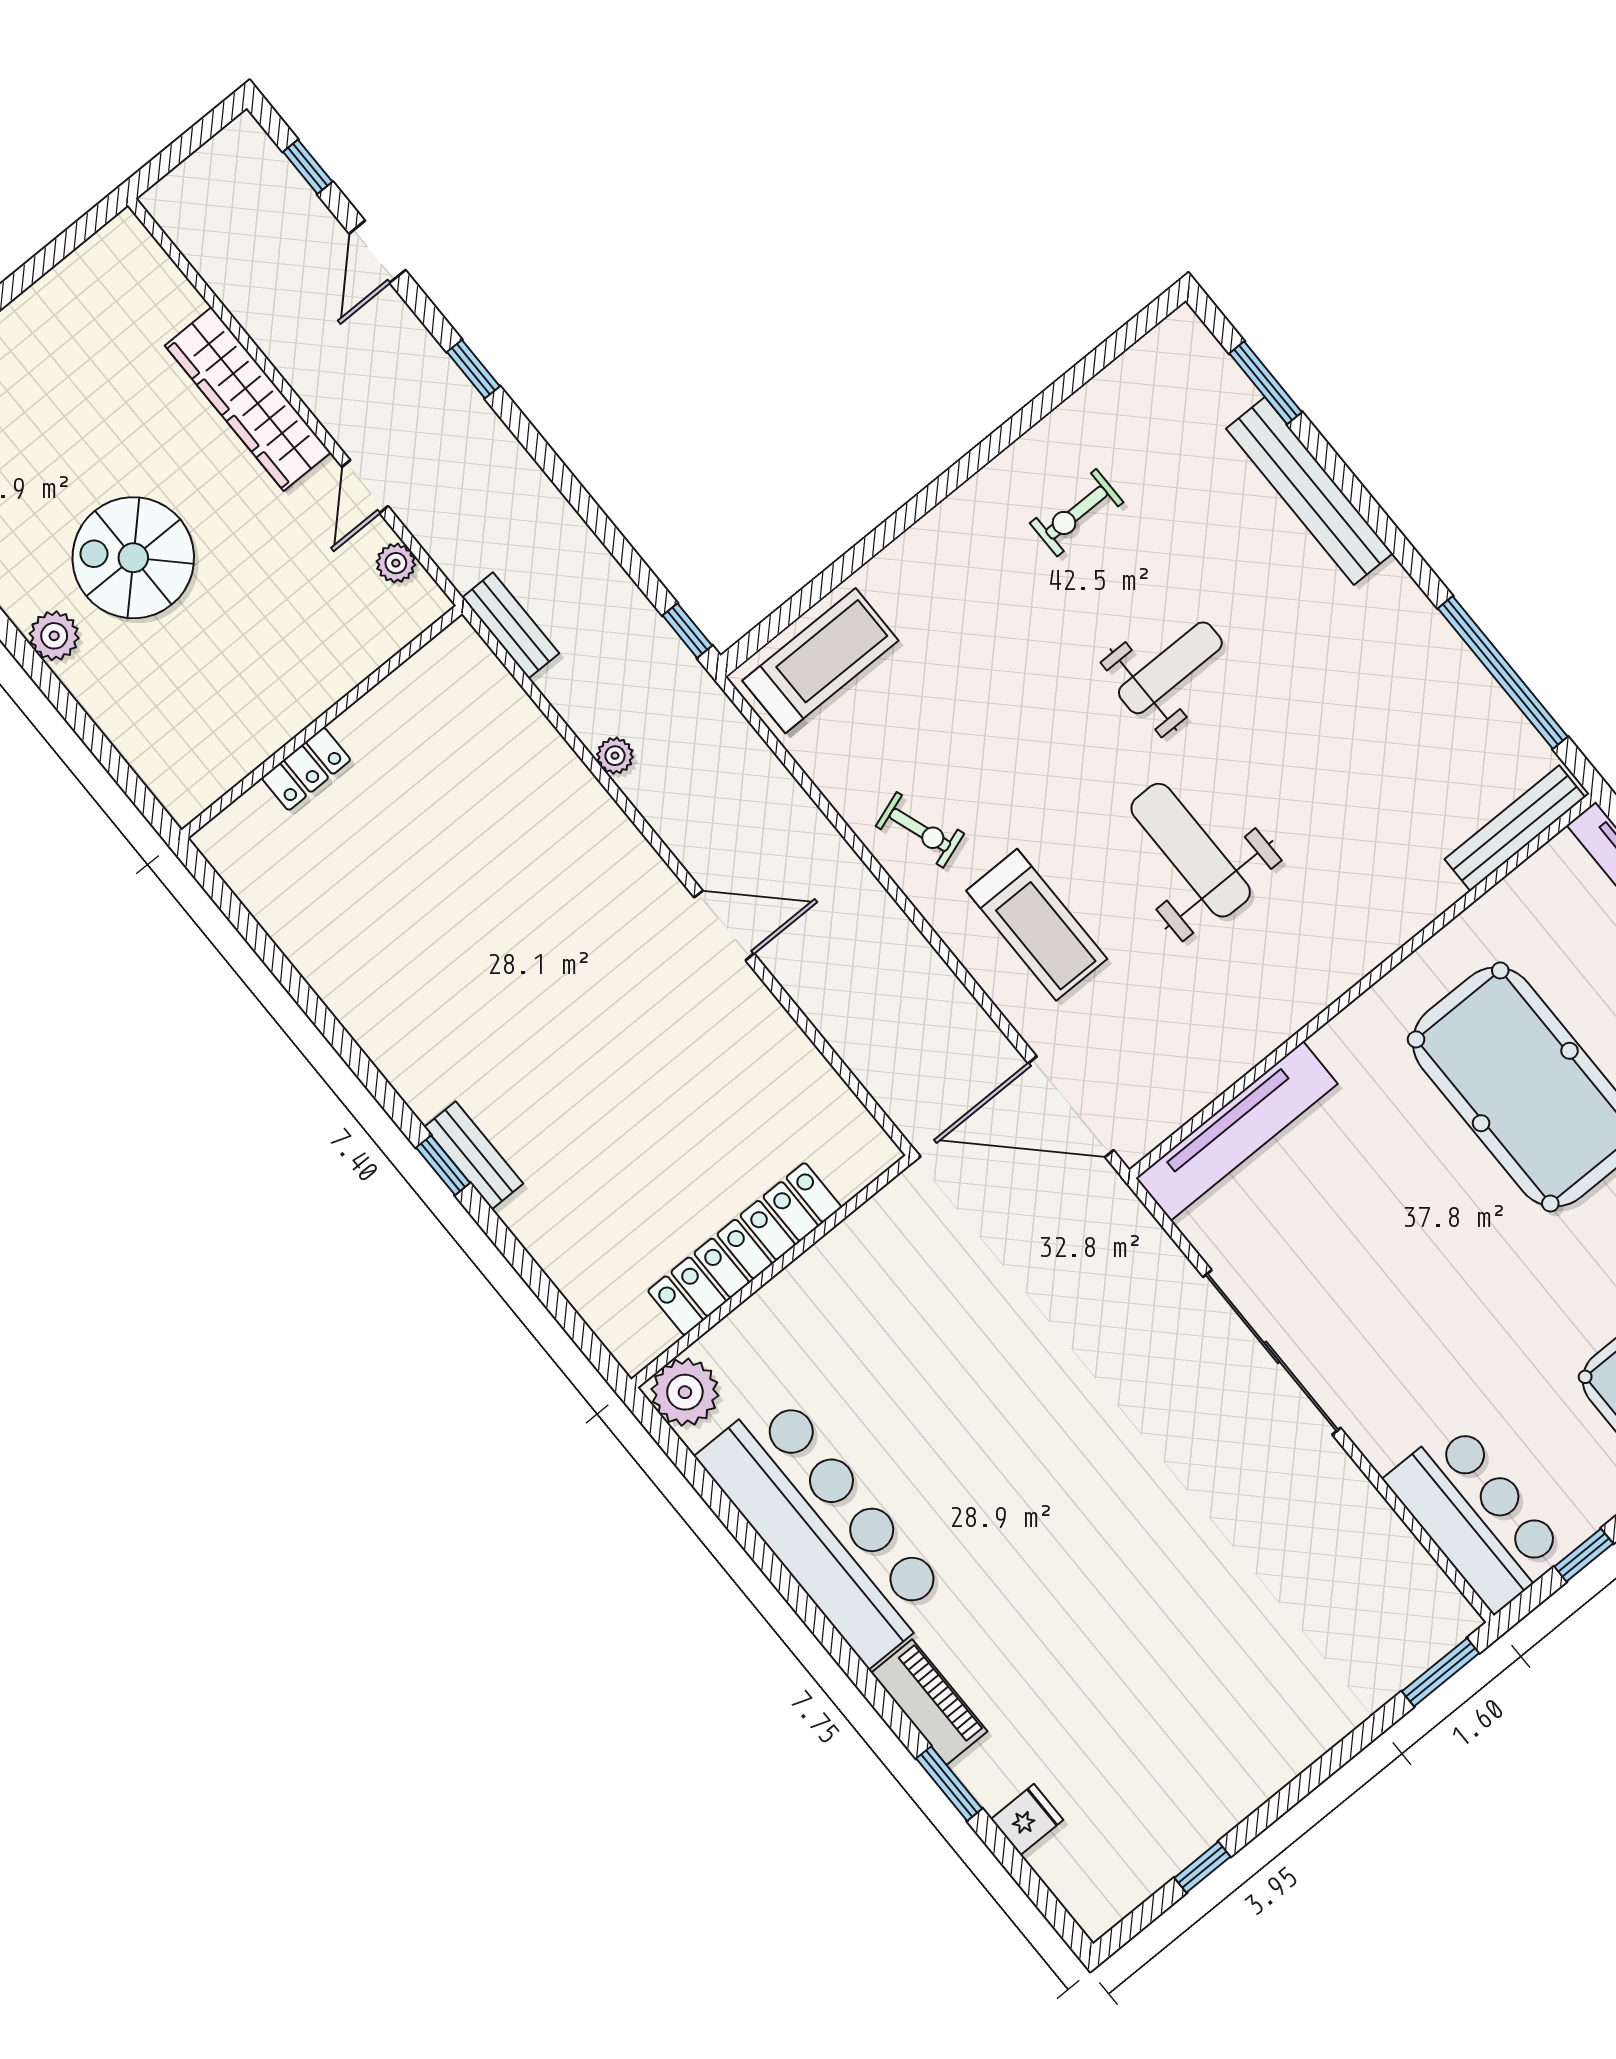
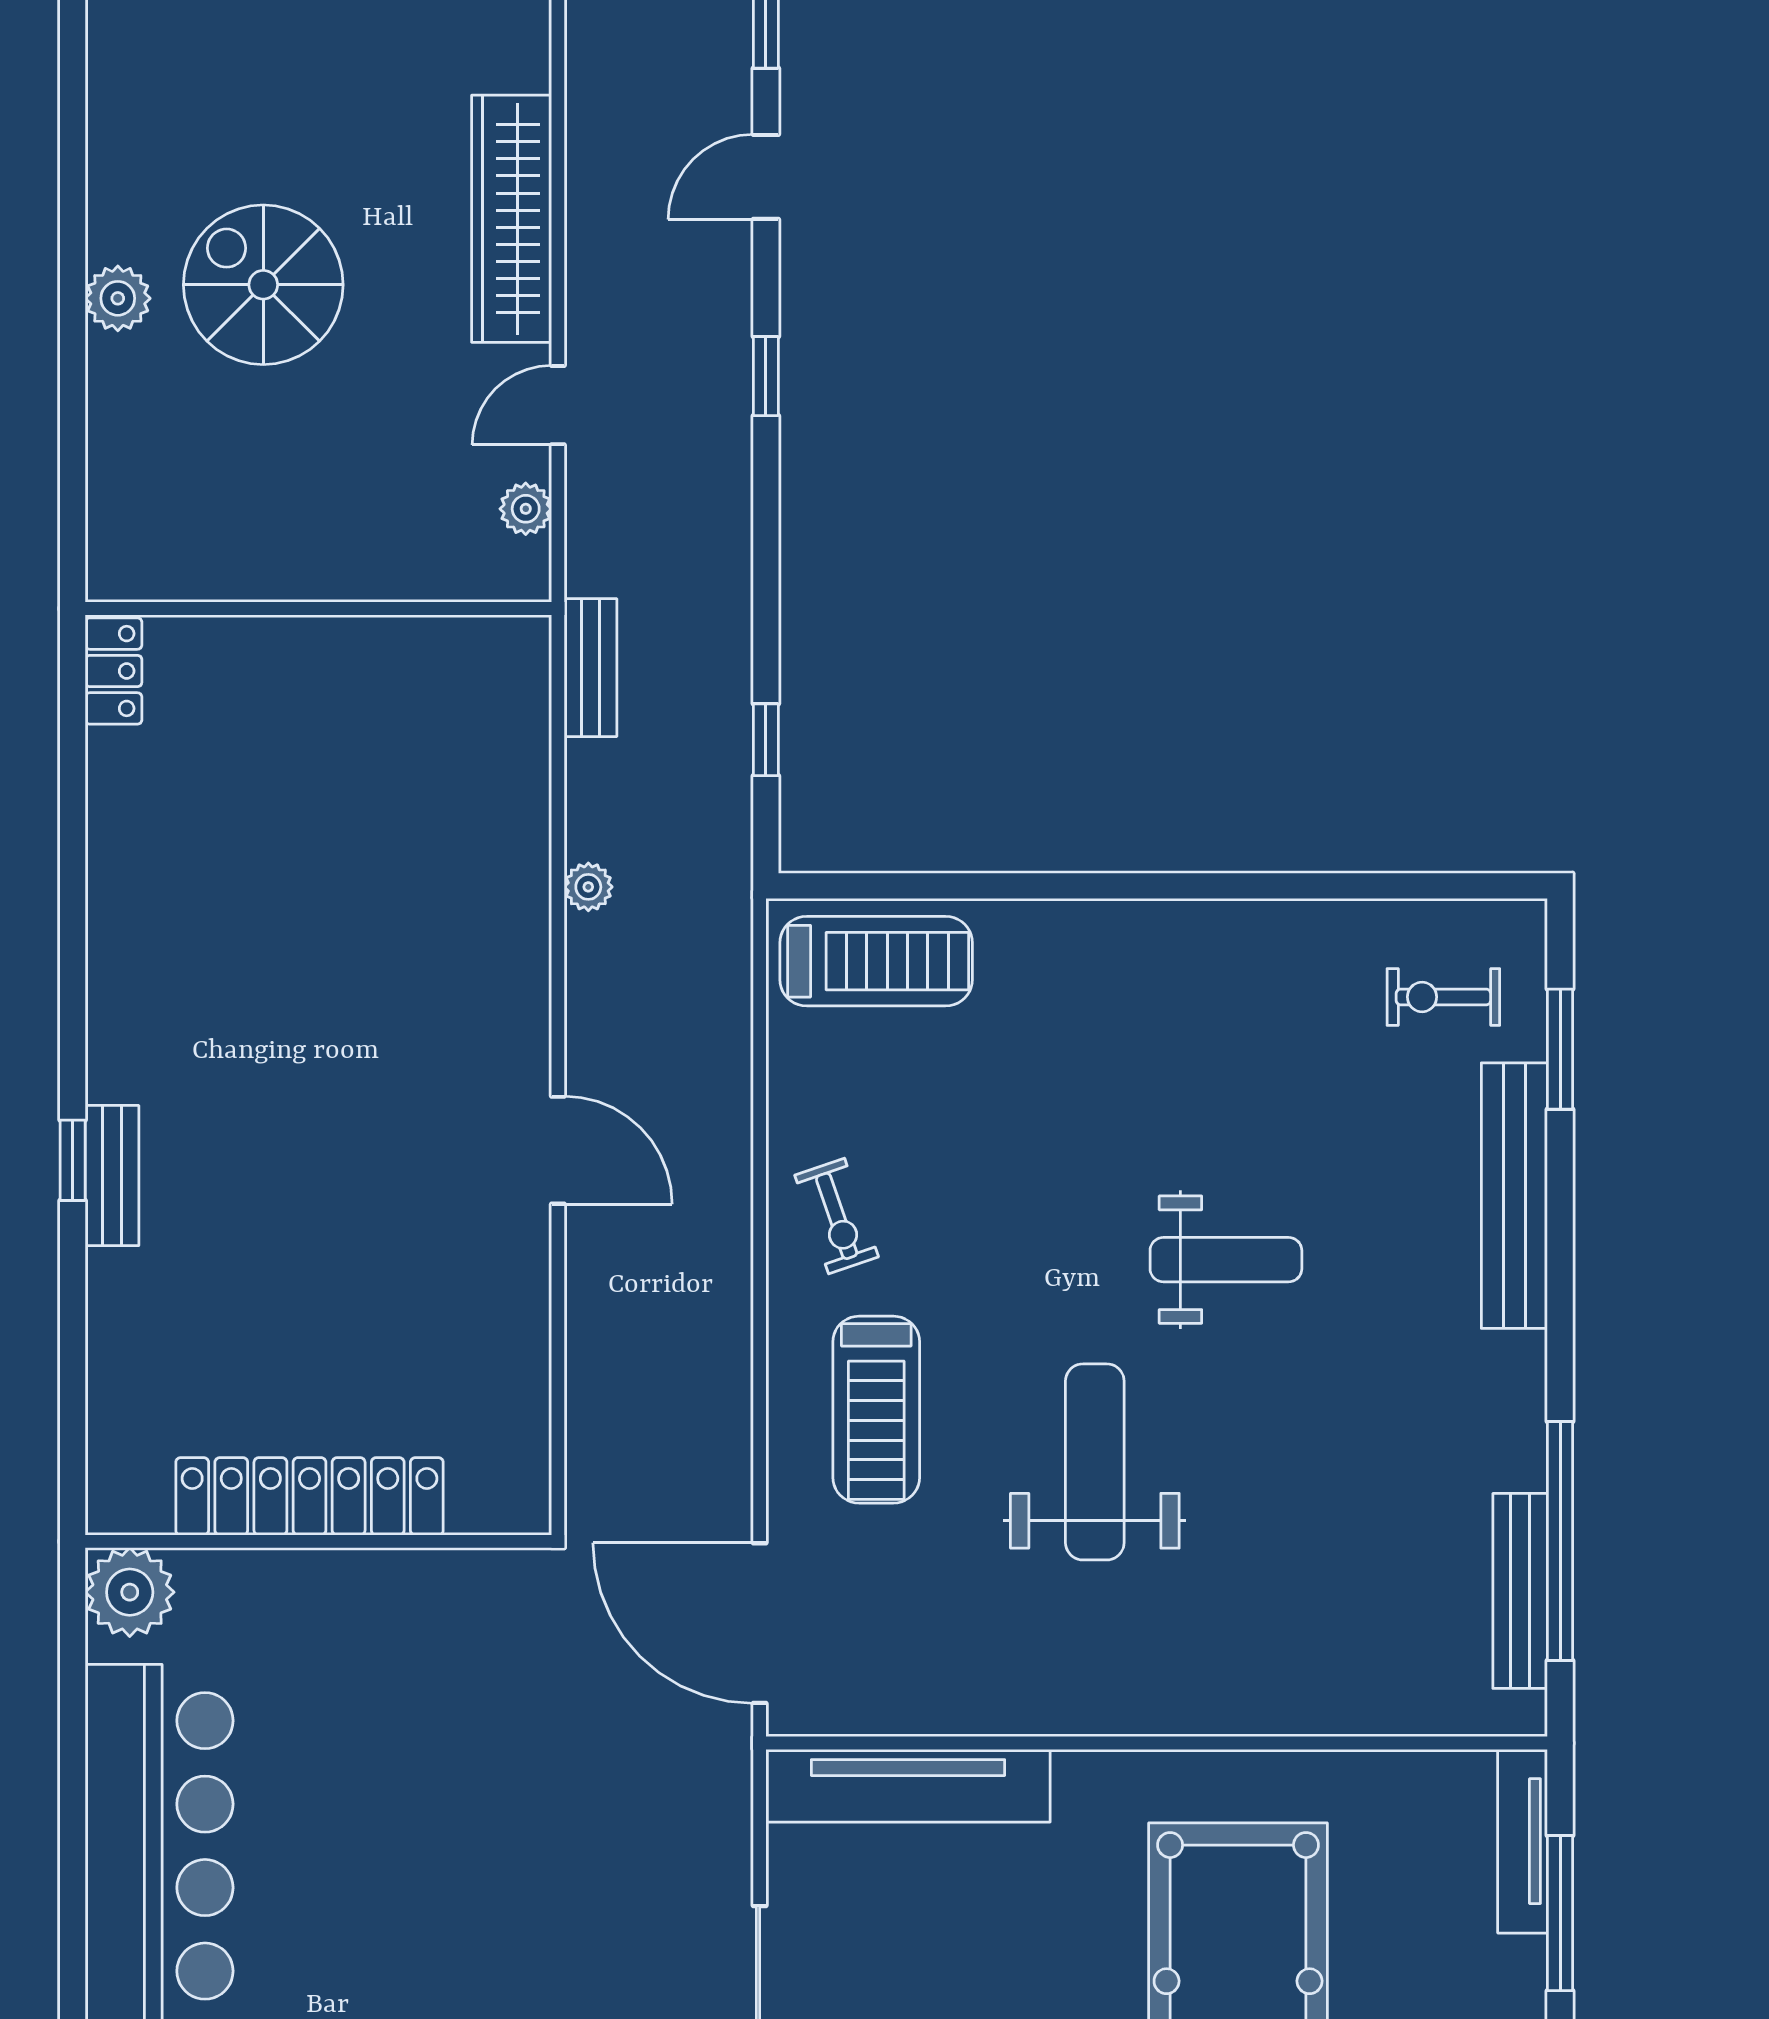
exercise bike: (1077, 513) -> (1443, 997), moved
window: (687, 631) -> (766, 740), moved
locker: (306, 769) -> (114, 671), moved, turned -90
bench: (1515, 828) -> (1520, 1591), moved, turned 90

